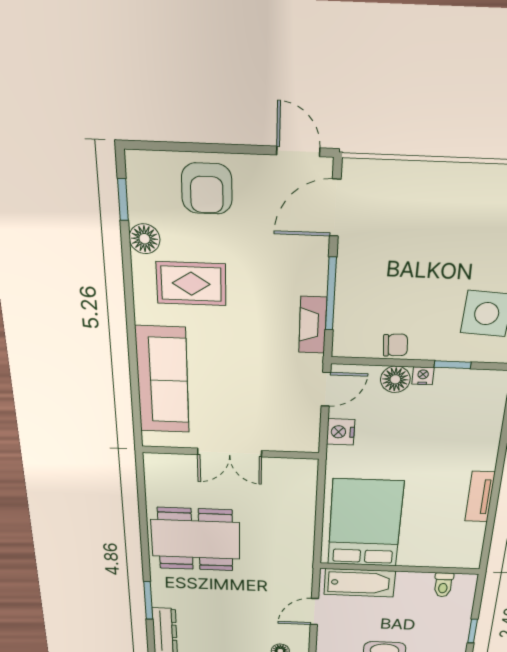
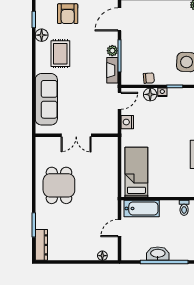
plant: (315, 281) -> (112, 51), added
rug: (191, 284) -> (60, 54), turned 90
bed: (365, 523) -> (136, 172), width x0.67
dining table: (196, 539) -> (59, 185), width x0.73

